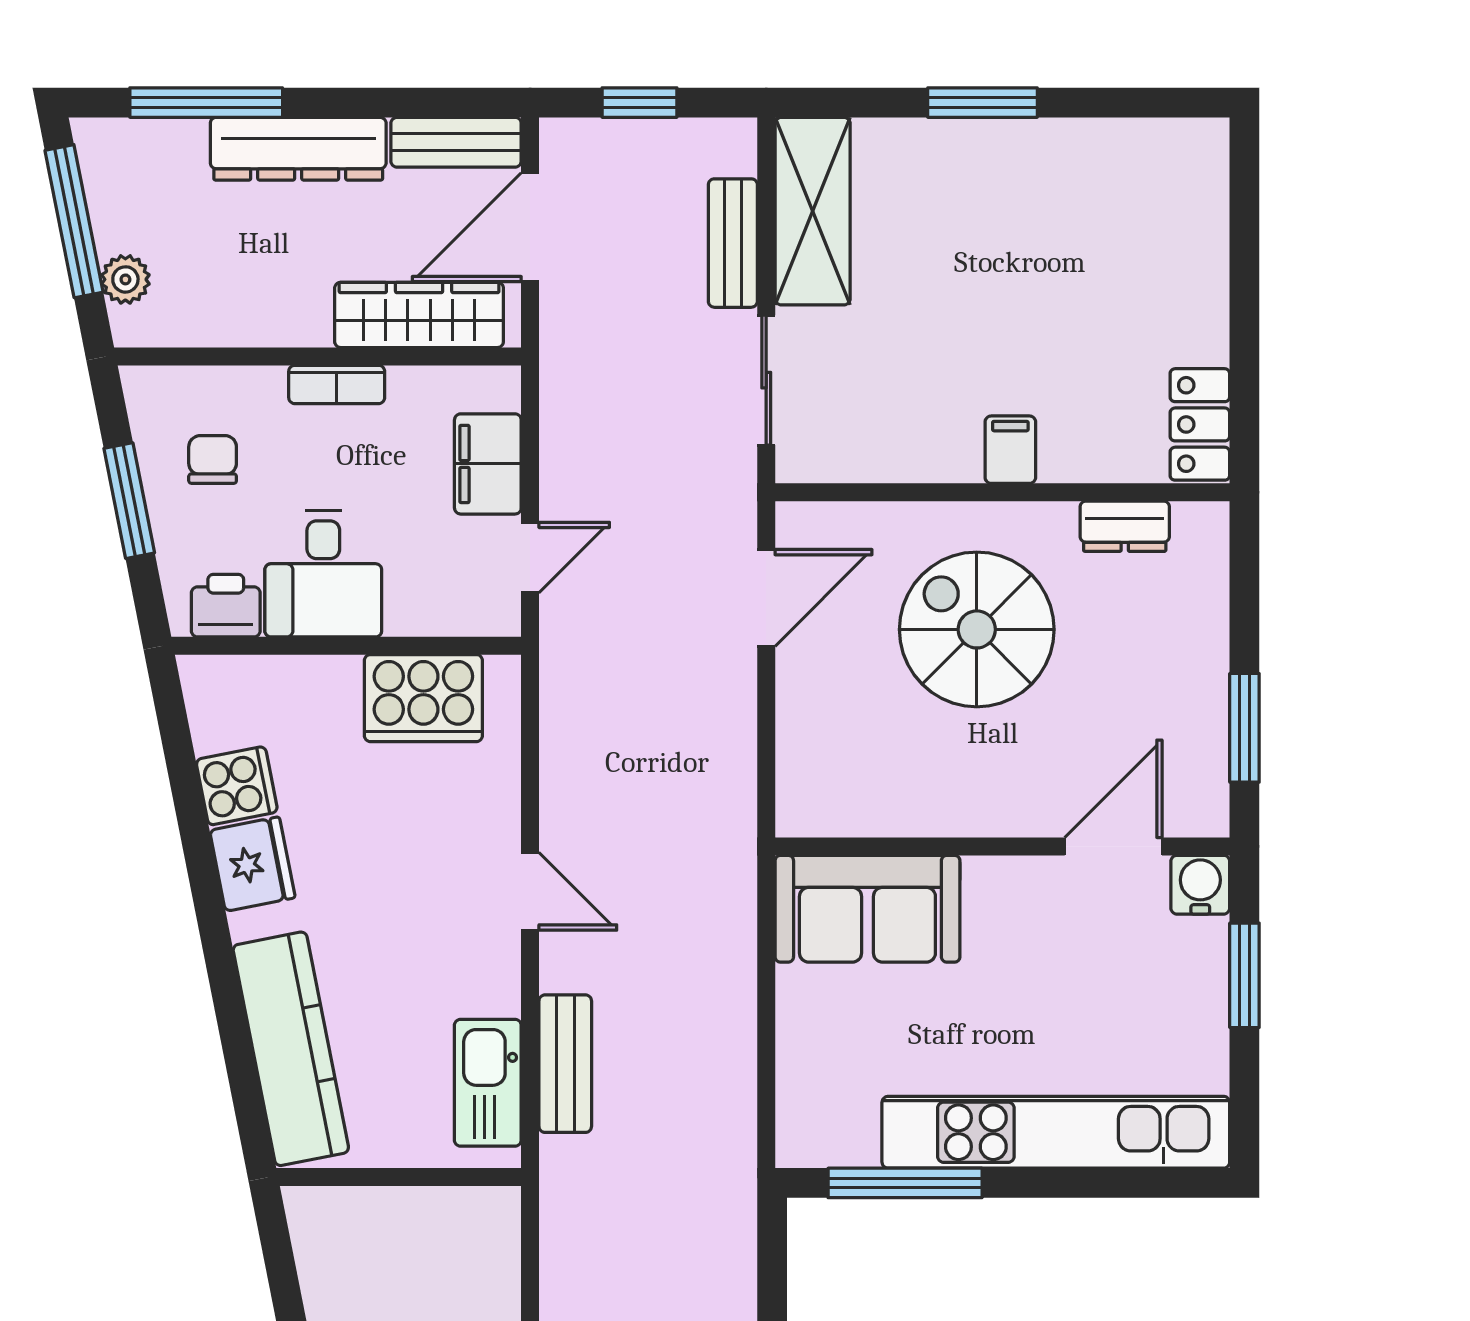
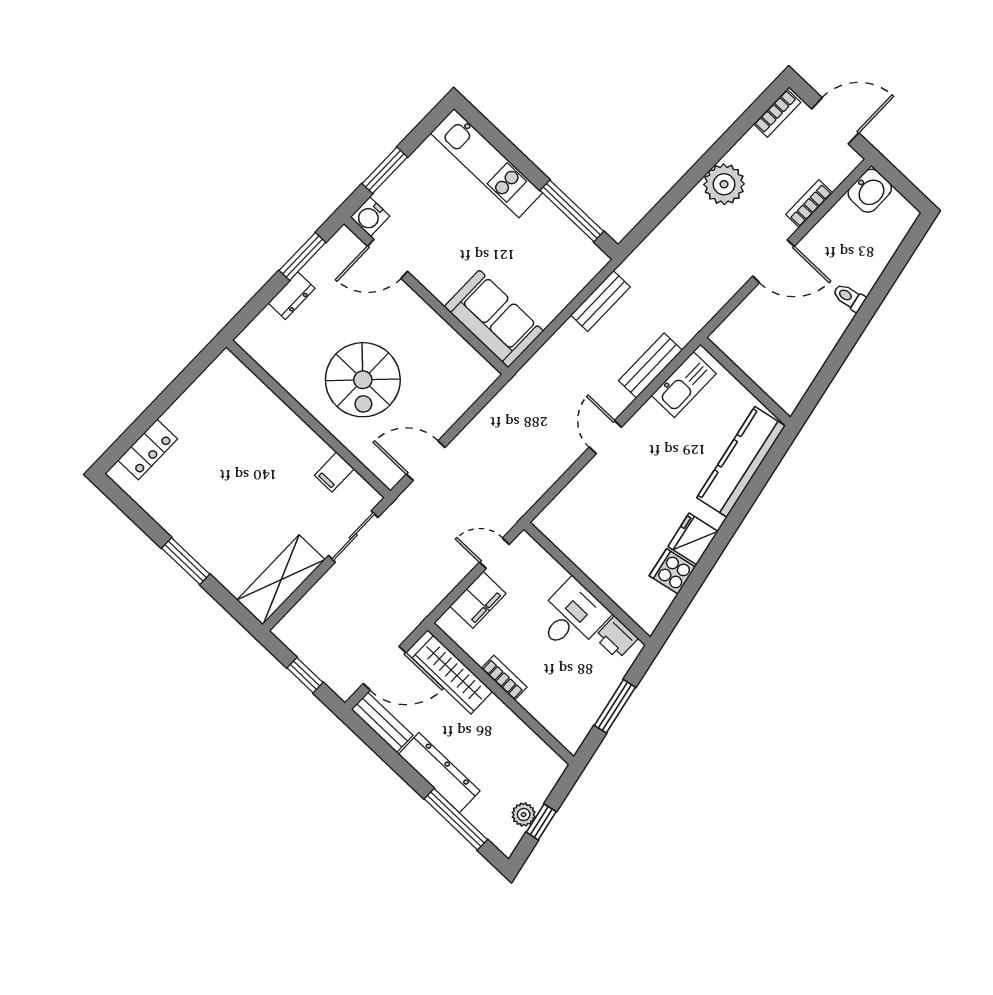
window: (74, 221) -> (541, 822), width x0.46
bench: (733, 243) -> (600, 301), moved
plant: (125, 279) -> (524, 815), moved
locker: (1200, 424) -> (148, 449), moved
filing cabinet: (1010, 450) -> (334, 472), moved
chair: (213, 459) -> (572, 693), removed
dresser: (1125, 526) -> (292, 296), moved, turned 90
cooker: (423, 698) -> (578, 540), removed
kitchen unit: (1056, 1132) -> (486, 163), width x0.73

